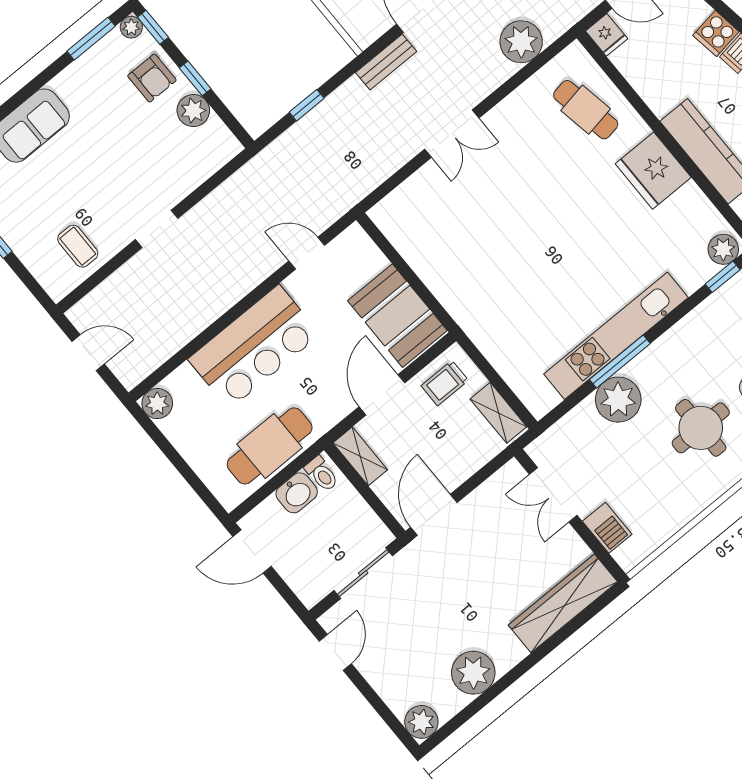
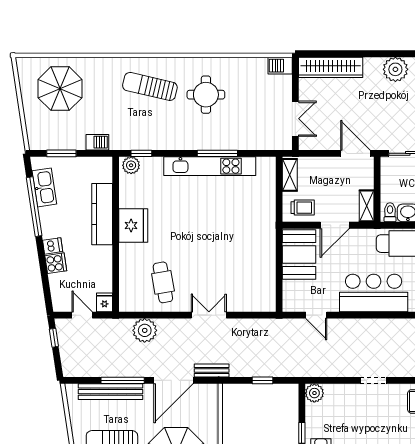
cafe table: (586, 110) -> (163, 282), moved
plant: (193, 111) -> (314, 393), moved
plant: (618, 400) -> (232, 137), removed
door: (434, 515) -> (355, 153), swing flipped
barbecue: (607, 528) -> (280, 66), moved, turned -90

